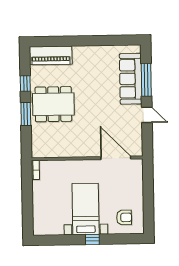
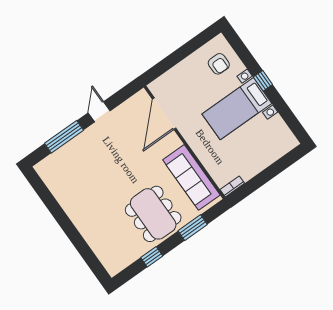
piano: (51, 55) -> (106, 250), removed
sofa: (131, 79) -> (191, 177), moved, turned 90
window: (26, 114) -> (193, 228), moved
armchair: (124, 217) -> (219, 64), turned 180

